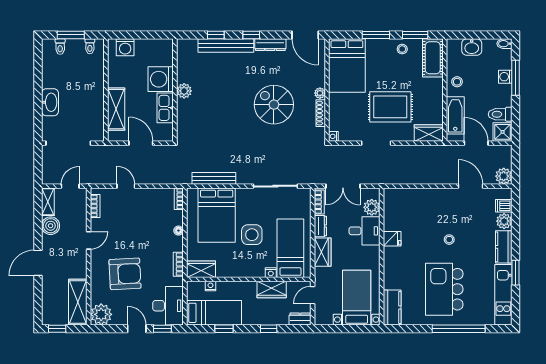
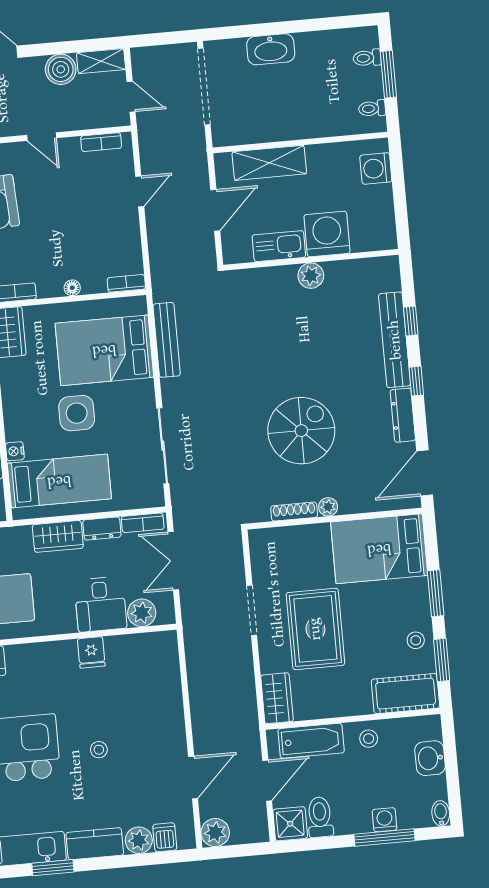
nightstand: (333, 136) -> (257, 537), removed

